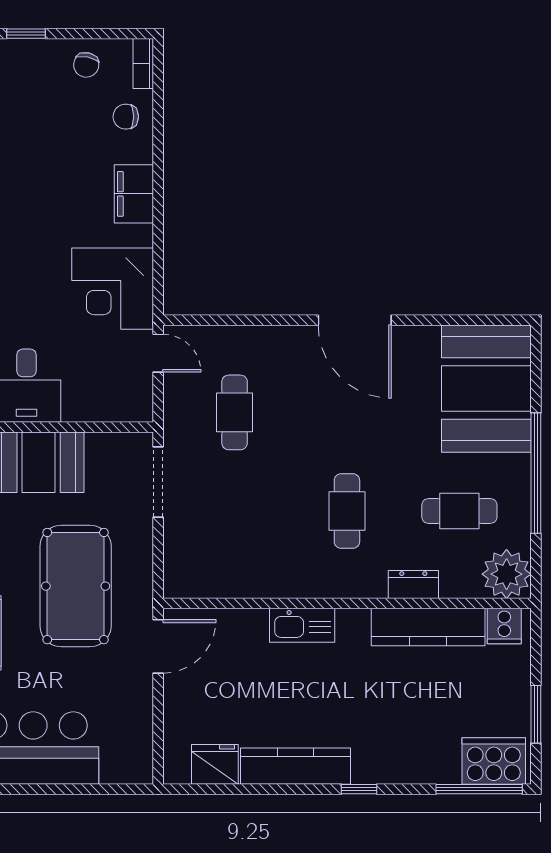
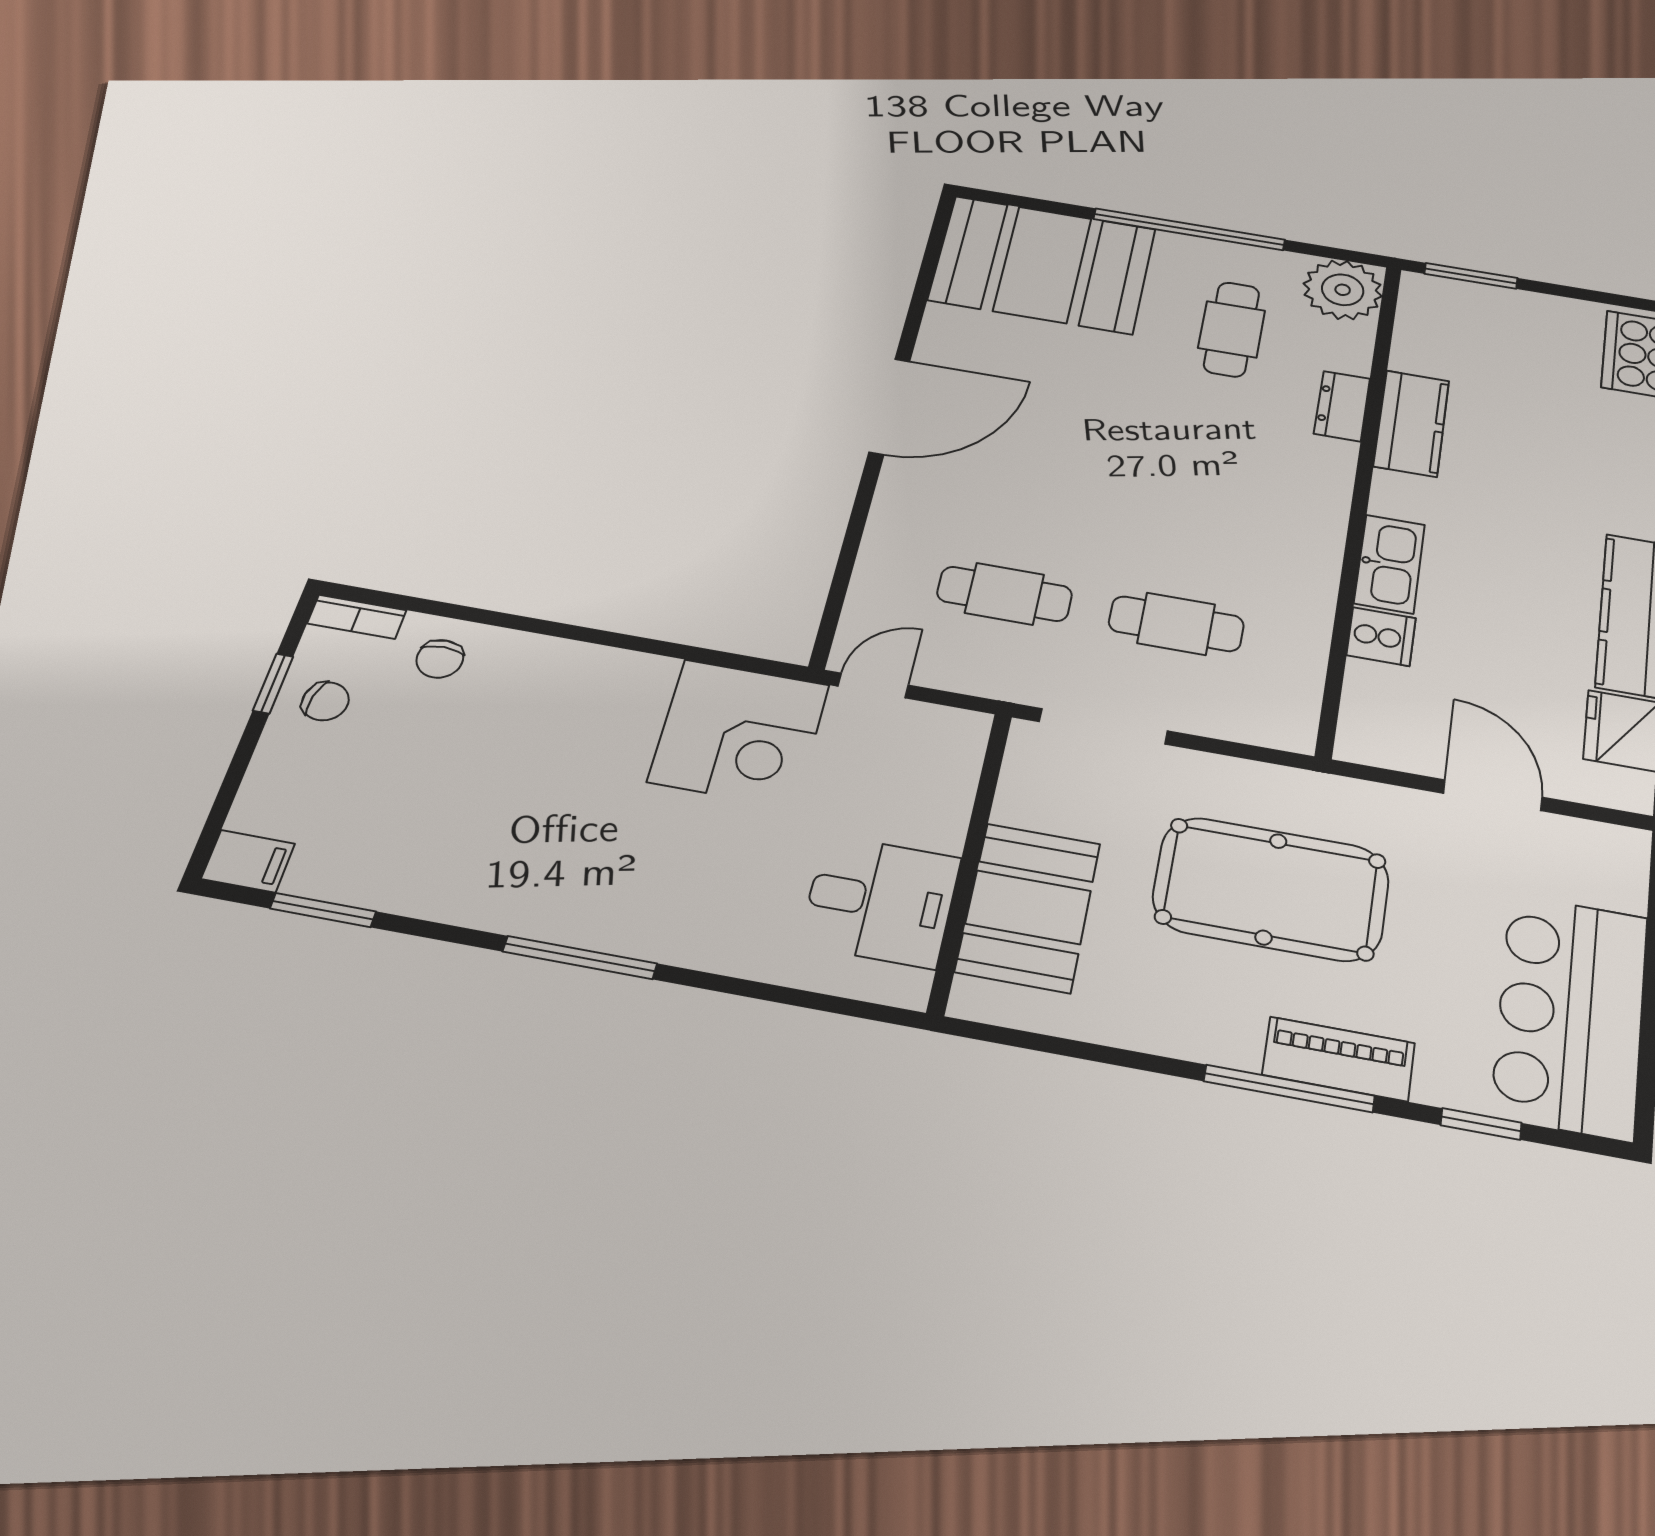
window: (26, 34) -> (273, 684), moved
filing cabinet: (134, 194) -> (580, 671), removed
cafe table: (347, 511) -> (1176, 624), moved
cooker: (504, 626) -> (1381, 637), moved
kitchen counter: (428, 627) -> (1411, 423), width x0.67
door: (158, 646) -> (1493, 795), moved
window: (536, 714) -> (1471, 276), moved

